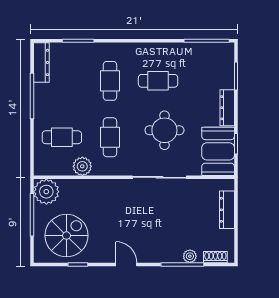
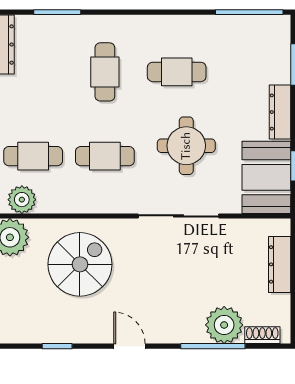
cafe table: (110, 137) -> (105, 156), turned 90
plant: (82, 166) -> (22, 200), moved
spiral stairs: (66, 236) -> (80, 264), moved
plant: (190, 256) -> (224, 325), width x1.88, depth x1.88

